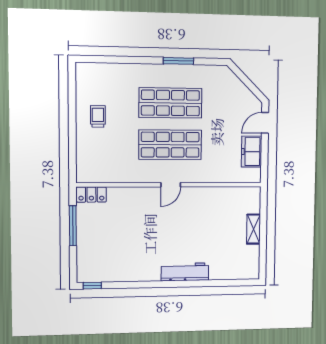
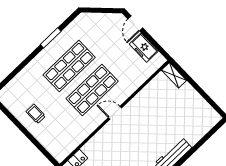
door: (171, 185) -> (115, 113), swing flipped
shelving: (254, 229) -> (174, 75), moved

